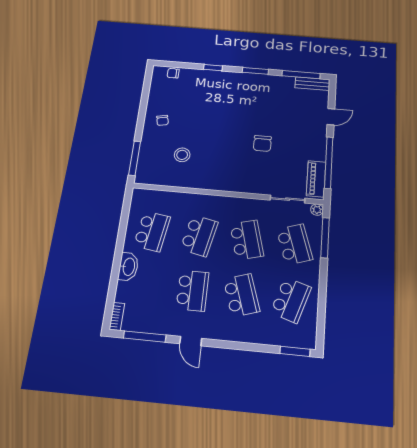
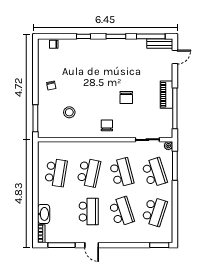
door: (331, 117) -> (175, 57), moved
chair: (232, 176) -> (107, 125), added
piano: (316, 179) -> (166, 95), moved
washbasin: (128, 267) -> (44, 214), moved

